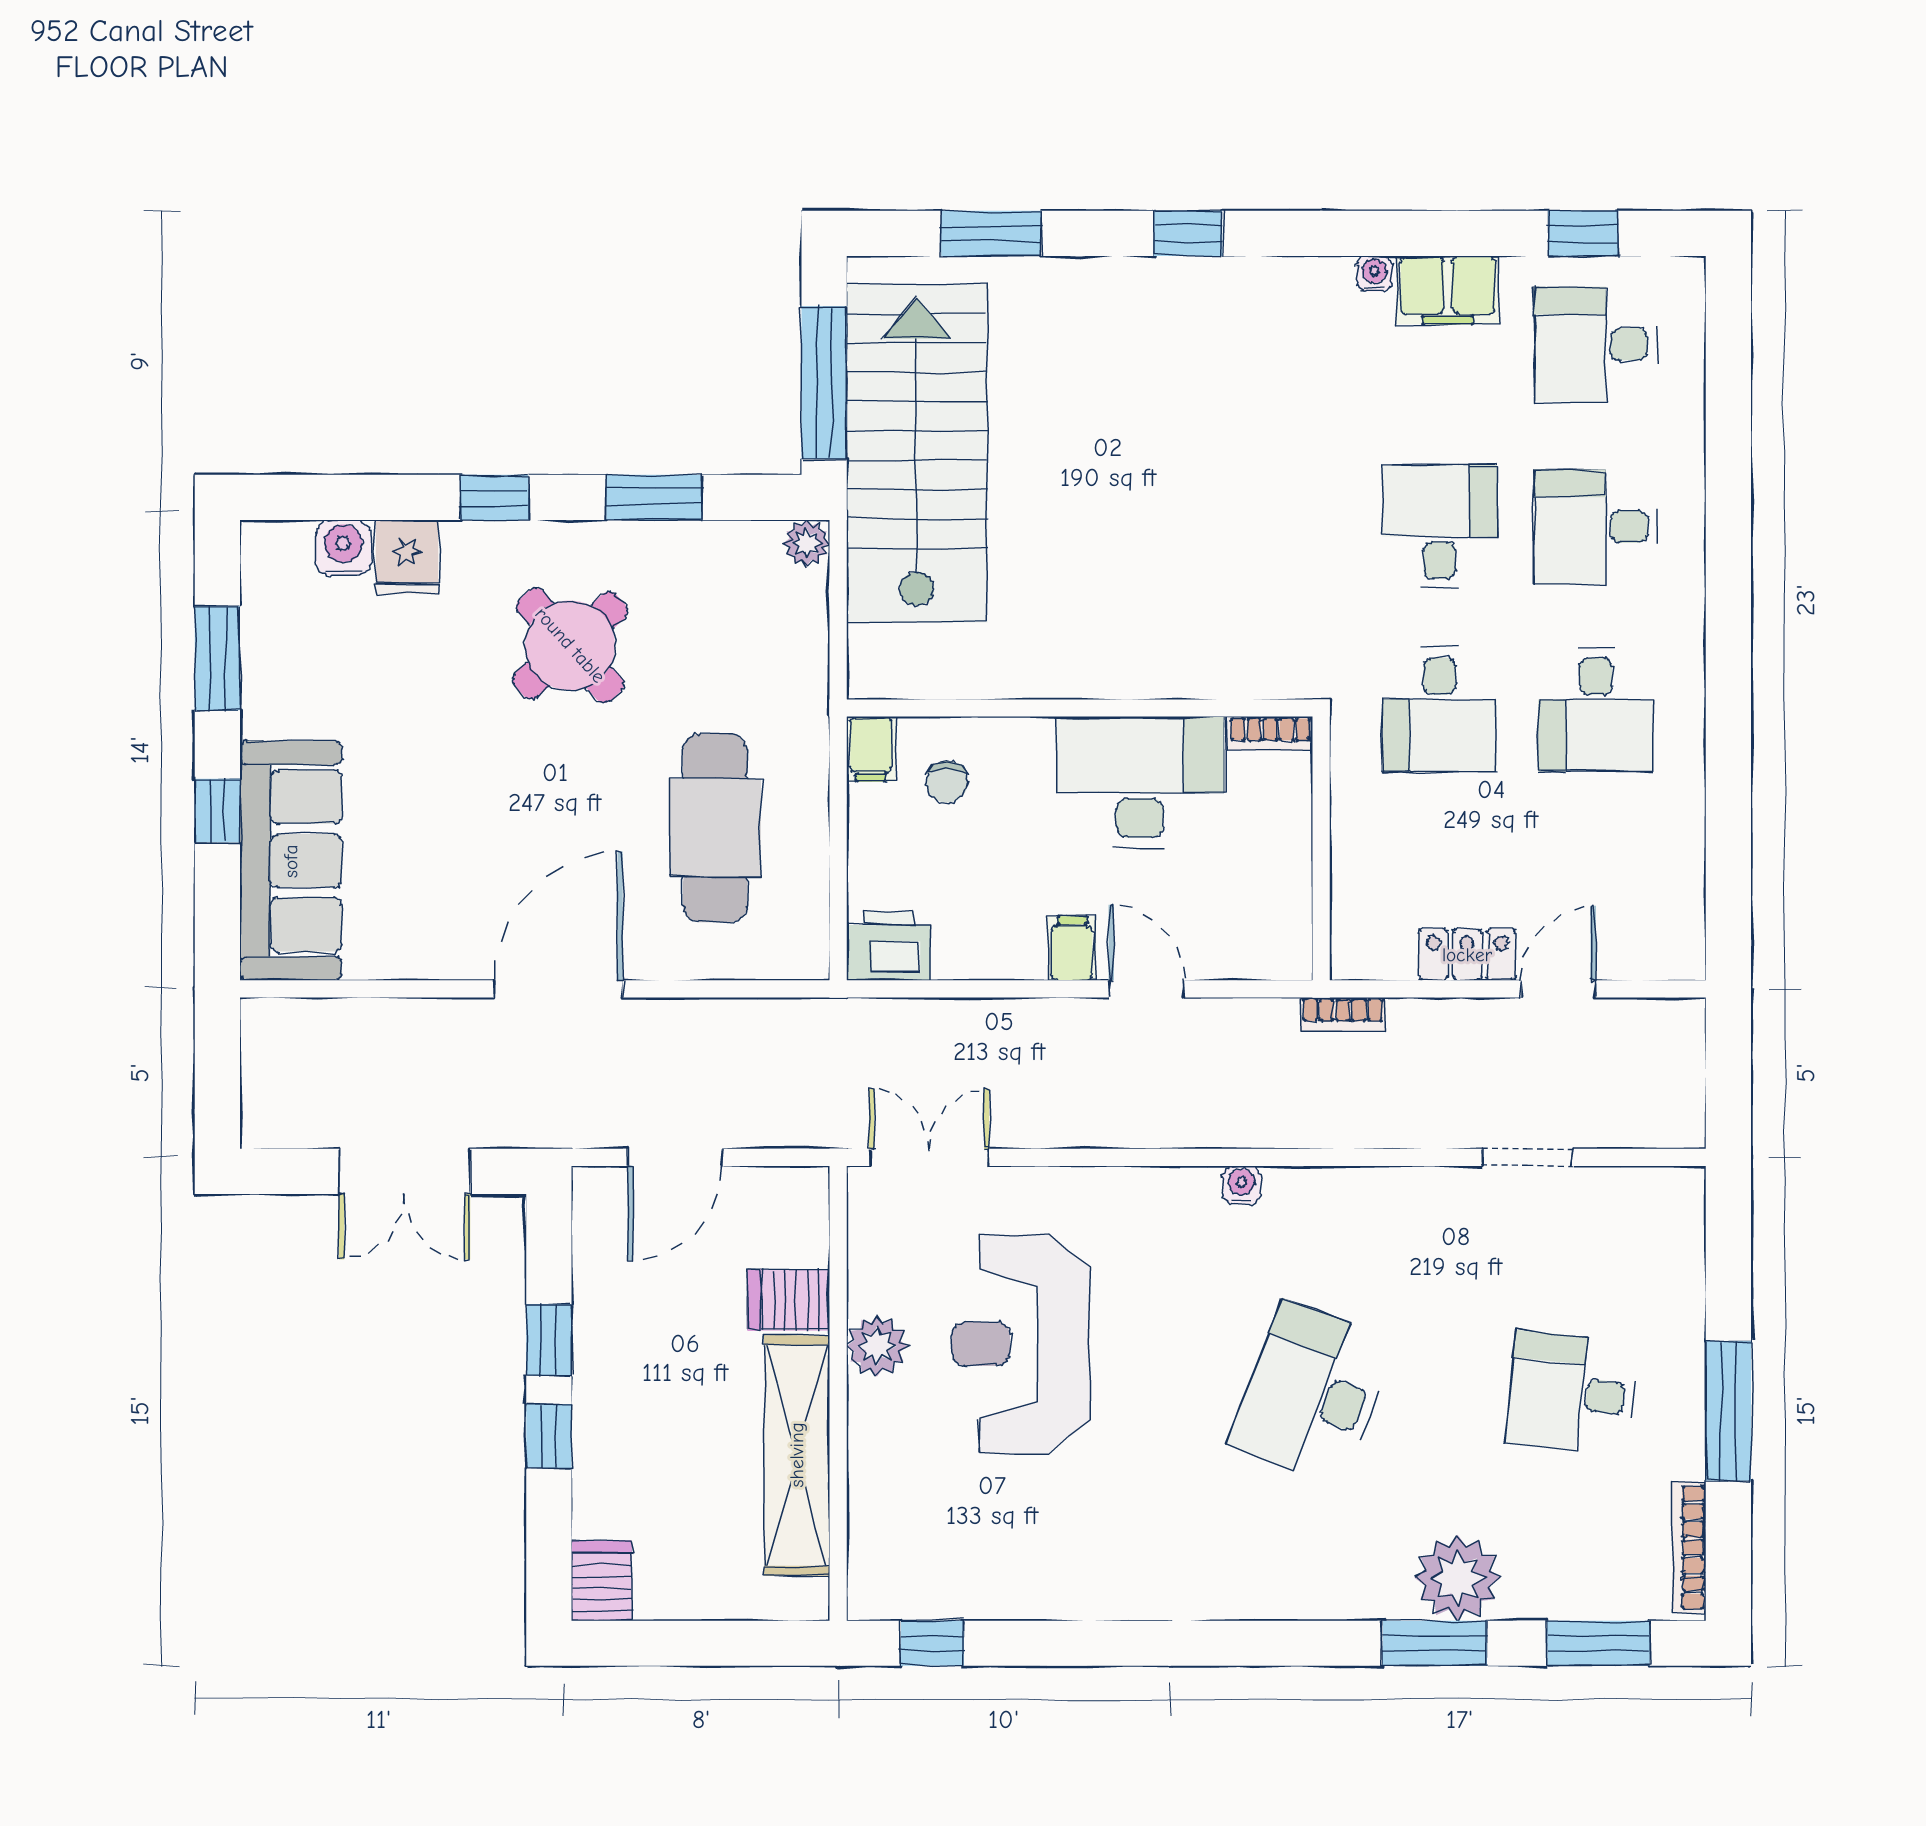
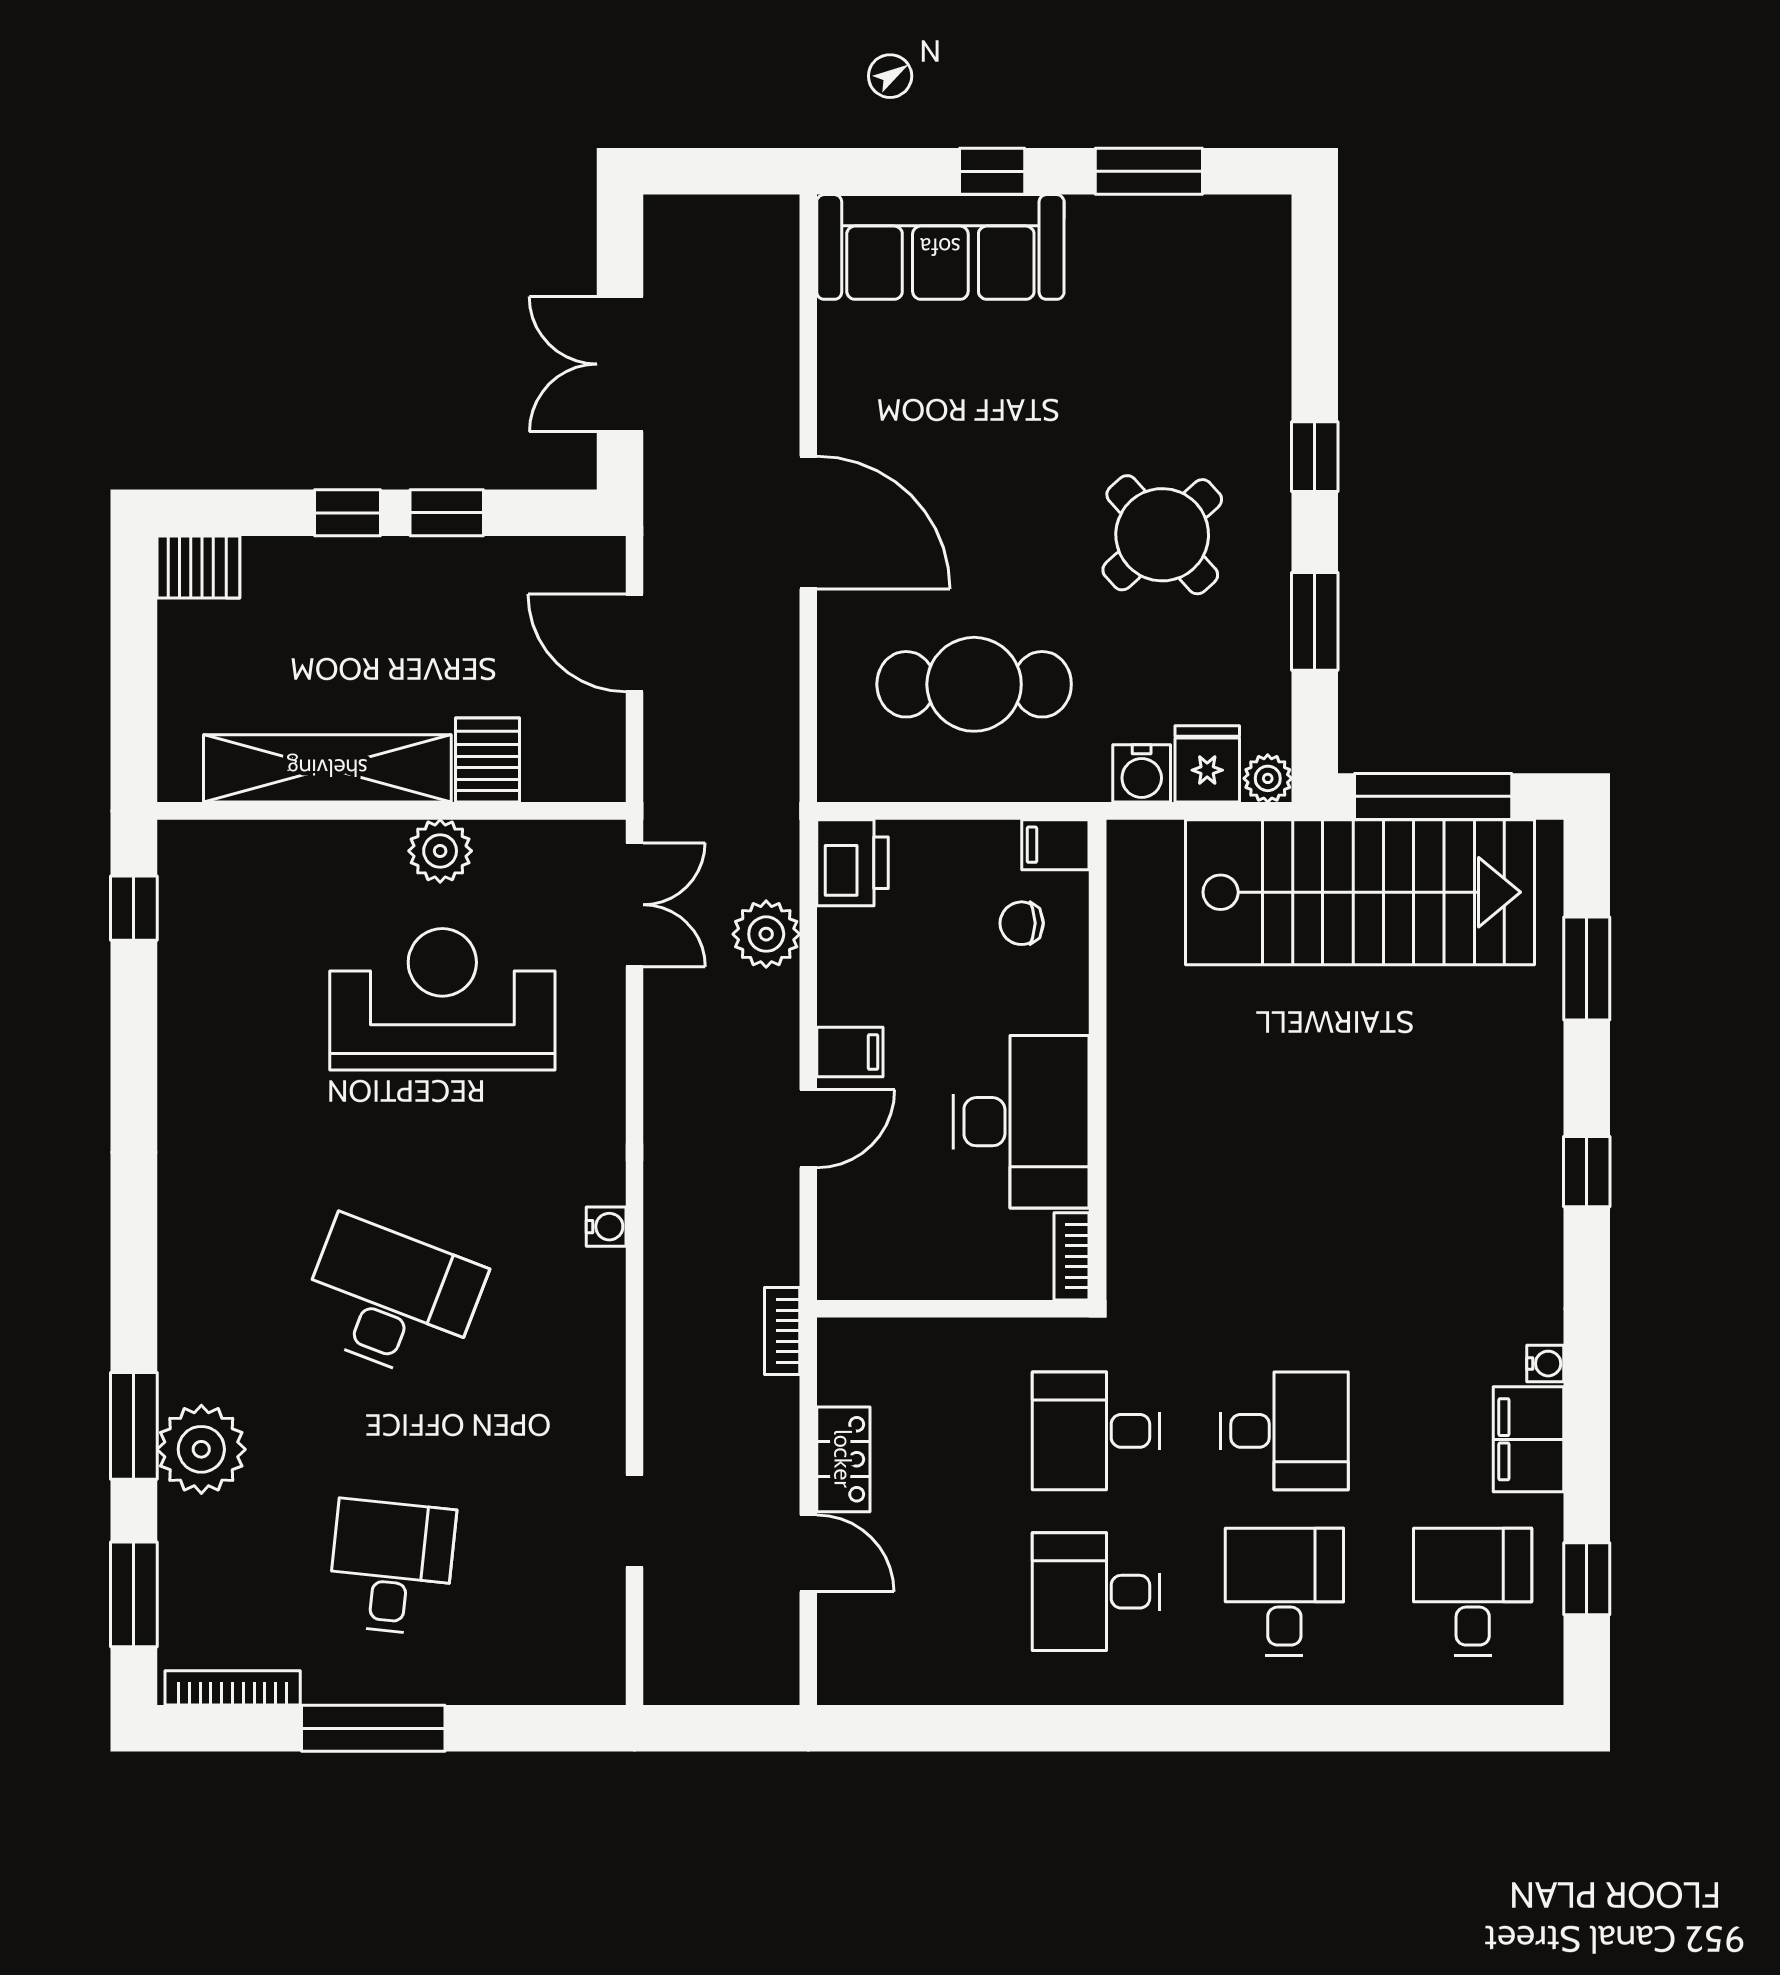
water cooler: (343, 548) -> (1142, 773), moved, turned 90
fridge: (407, 557) -> (1207, 764), moved, turned 90
plant: (958, 1030) -> (766, 934), added

